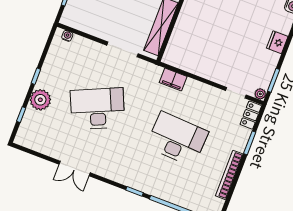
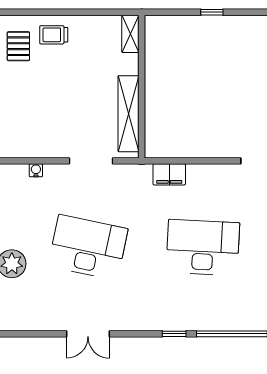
water cooler: (67, 36) -> (36, 170), moved
desk: (98, 109) -> (88, 247), turned 36

